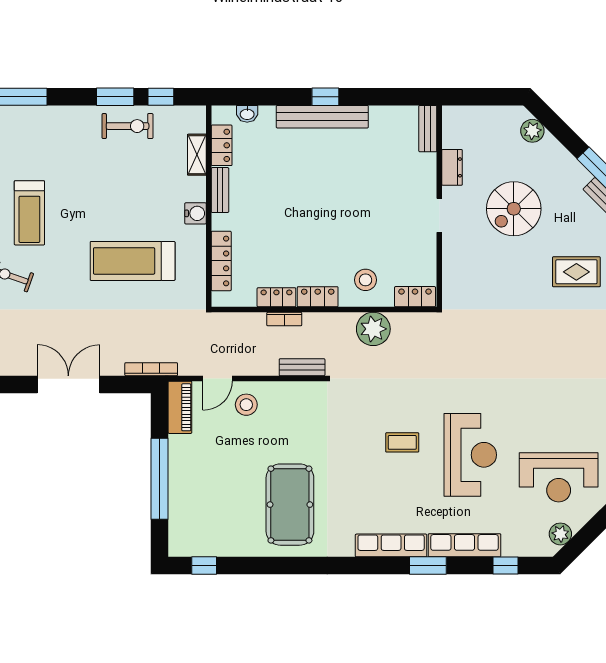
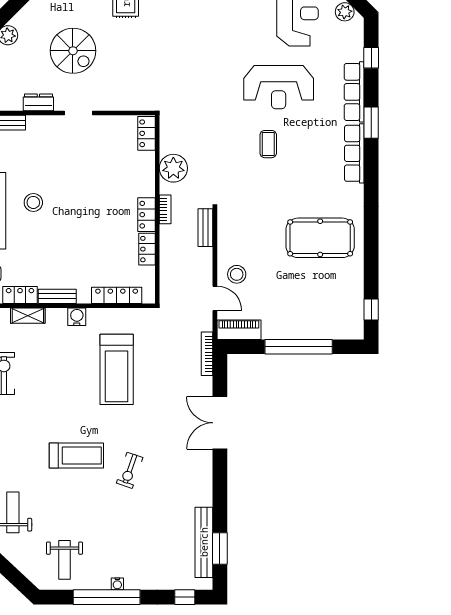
stool: (366, 280) -> (33, 202), moved
bookcase: (284, 319) -> (165, 209), moved
reception desk: (470, 455) -> (279, 87), turned 180

